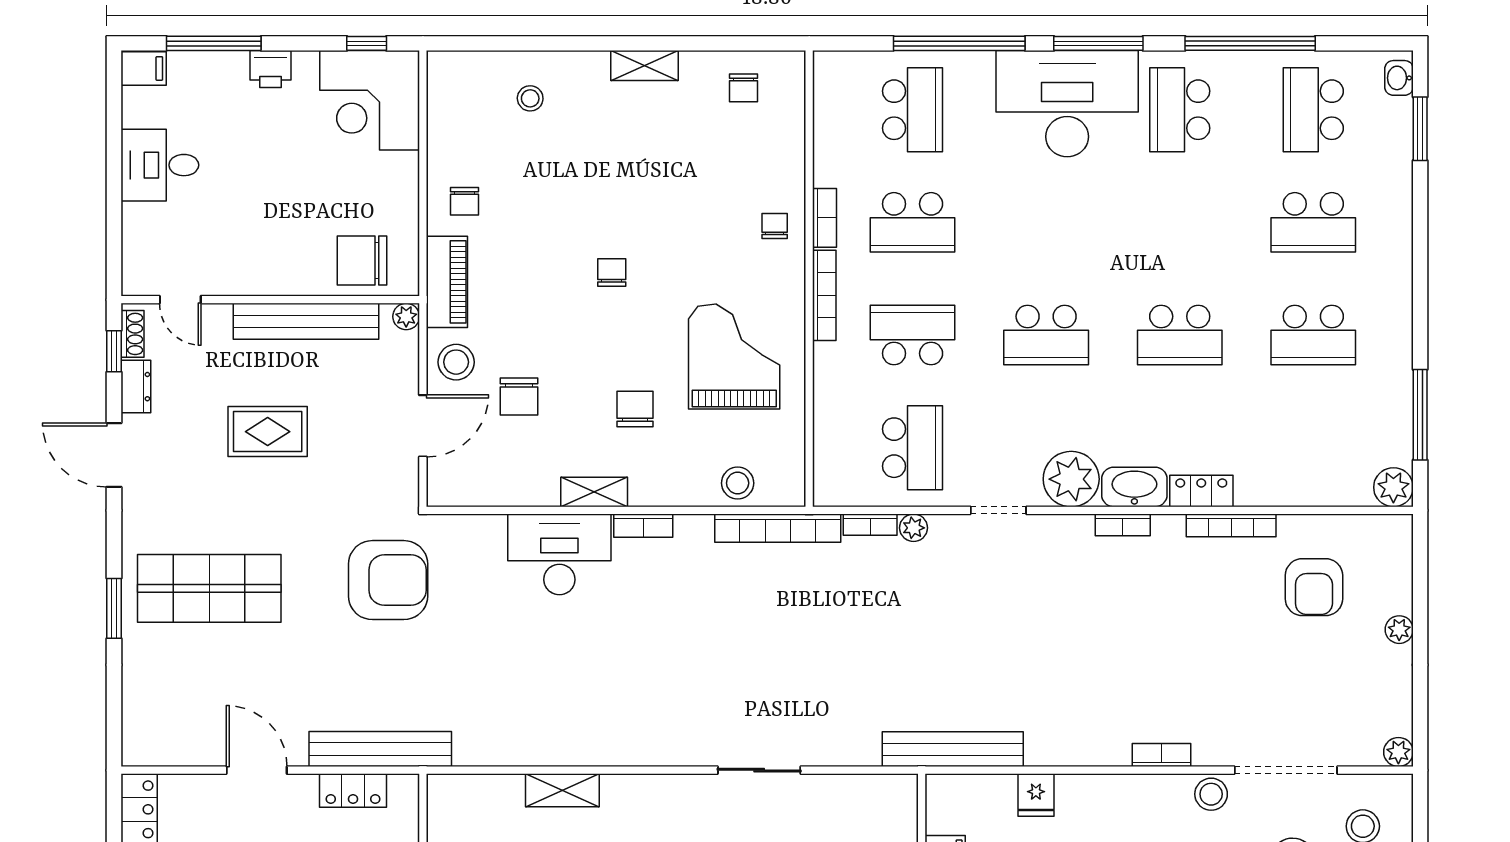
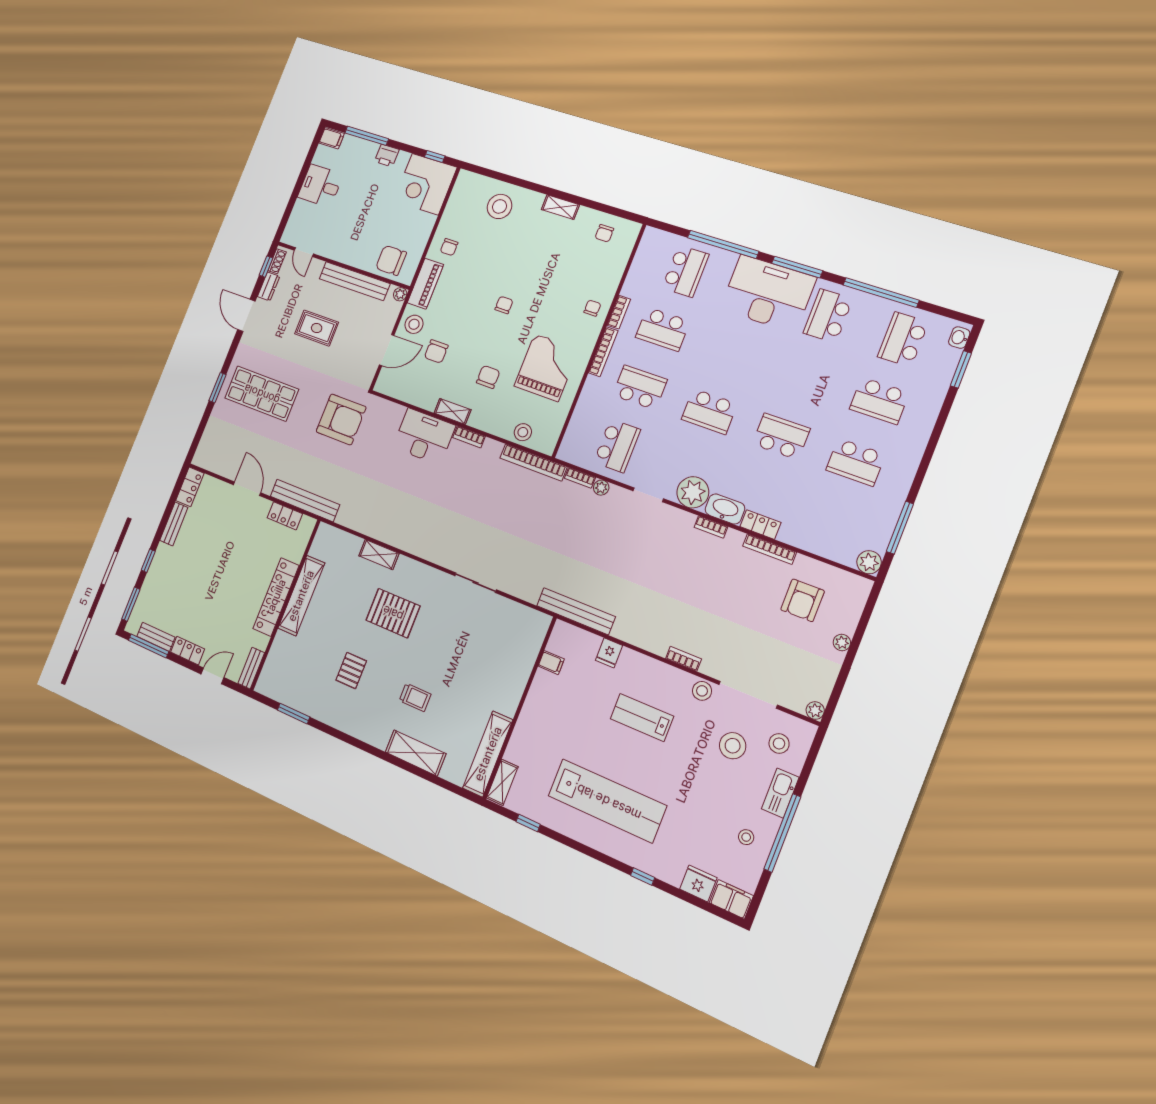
stool: (530, 98) -> (500, 206), width x1.89, depth x1.89
school desk: (1180, 335) -> (781, 436), turned 180

